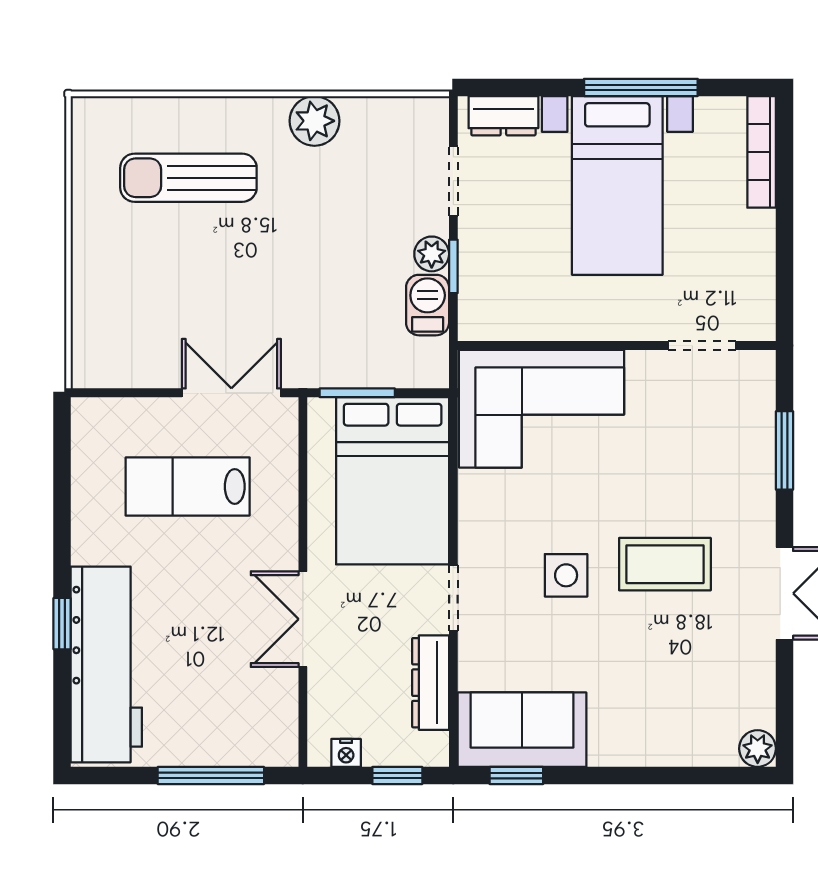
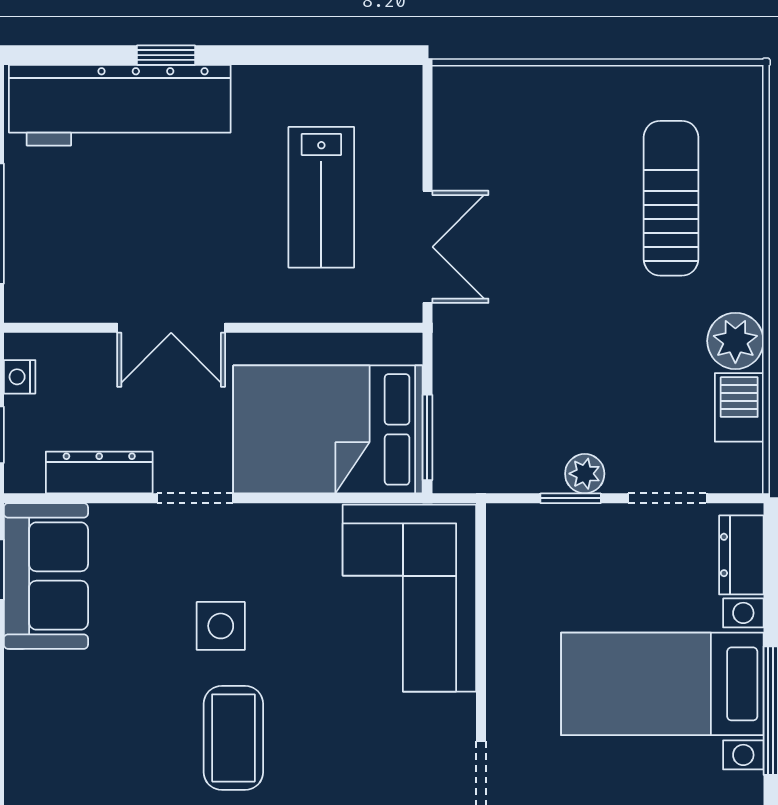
barbecue: (428, 305) -> (739, 407), moved, turned -90
window: (357, 393) -> (427, 437), moved
lab bench: (188, 486) -> (321, 197), turned 180
double door: (303, 619) -> (171, 328), swing flipped

